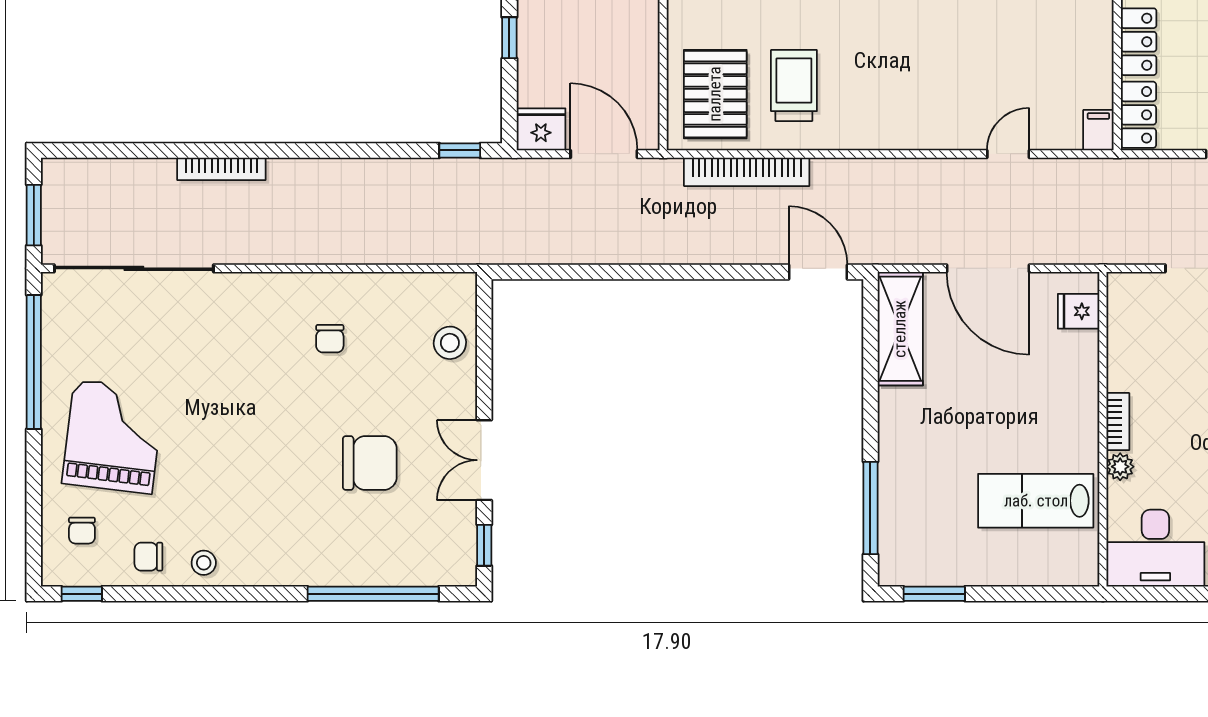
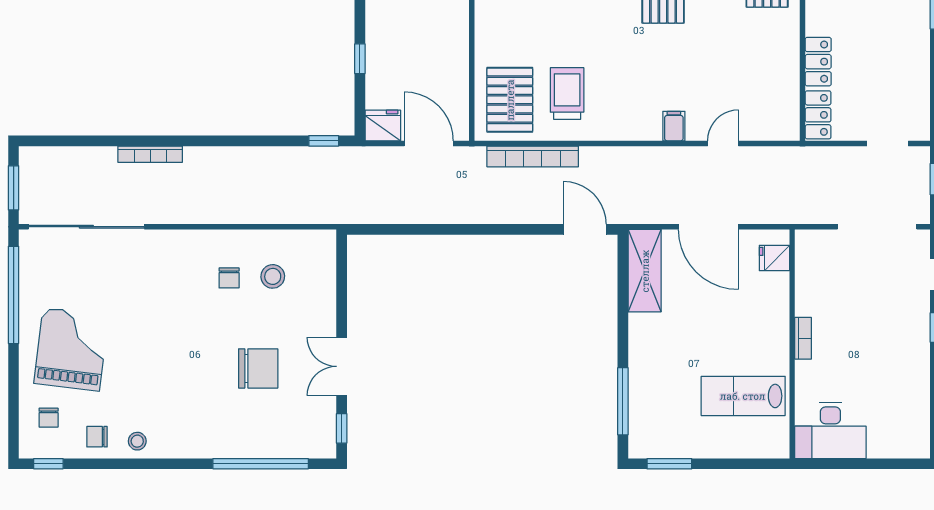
filing cabinet: (1098, 130) -> (674, 126), moved
stool: (450, 343) -> (273, 276), moved
plant: (1120, 467) -> (805, 371), removed

